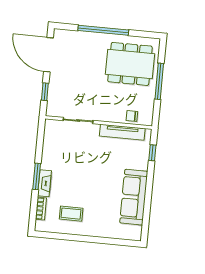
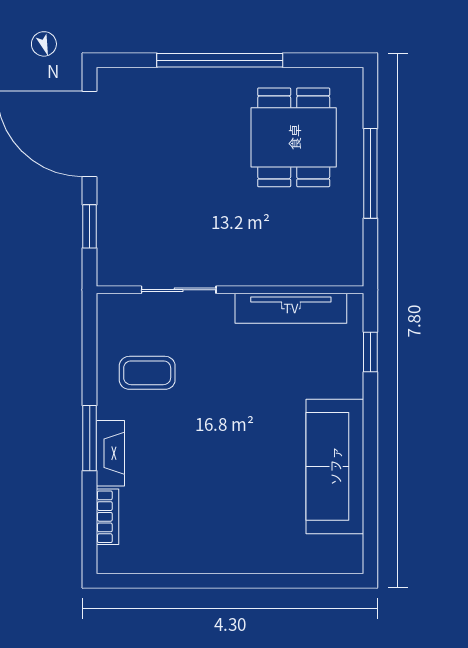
dining table: (130, 64) -> (294, 137), width x0.73
chair: (132, 116) -> (311, 266), removed
coffee table: (71, 214) -> (147, 373), moved

